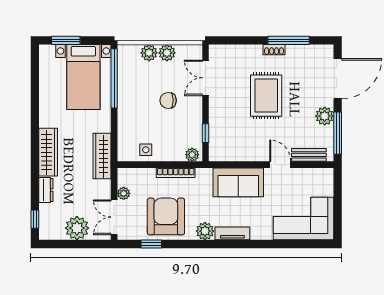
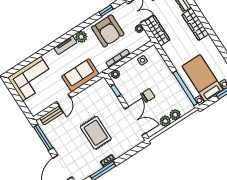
double door: (205, 78) -> (135, 121), width x1.37
plant: (325, 116) -> (56, 142), removed
wardrobe: (102, 156) -> (157, 31), moved
door: (280, 165) -> (64, 100), hinge flipped

